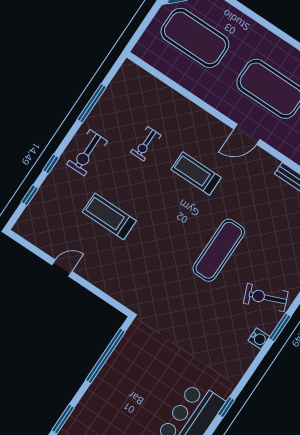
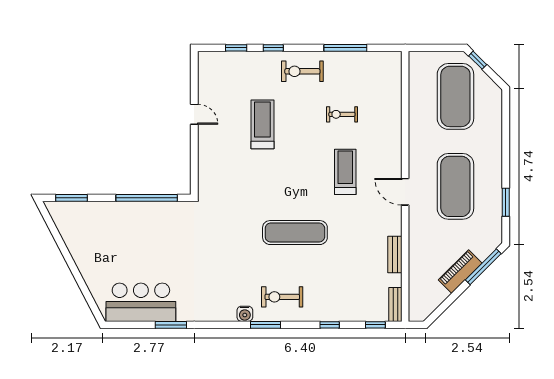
exercise bike: (266, 297) -> (282, 297), turned -68
window: (226, 407) -> (171, 325), width x1.50

